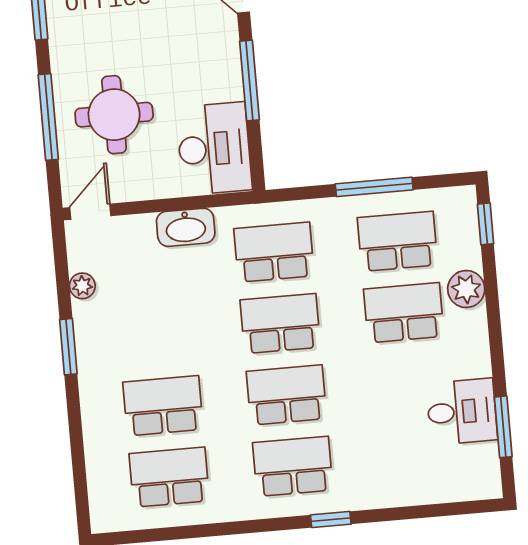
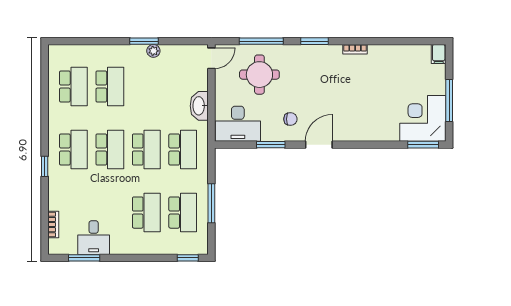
chair: (196, 46) -> (290, 119), added
window: (249, 81) -> (271, 145), width x0.69
door: (90, 212) -> (211, 58), hinge flipped
plant: (82, 286) -> (153, 51), moved
plant: (466, 289) -> (156, 245), removed
bookcase: (443, 493) -> (53, 225), added

